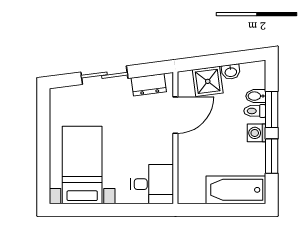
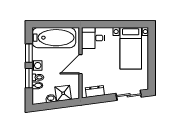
sliding door: (104, 75) -> (129, 95), moved
door: (175, 115) -> (81, 64), moved
bathtub: (236, 190) -> (54, 38), width x1.36, depth x1.36

